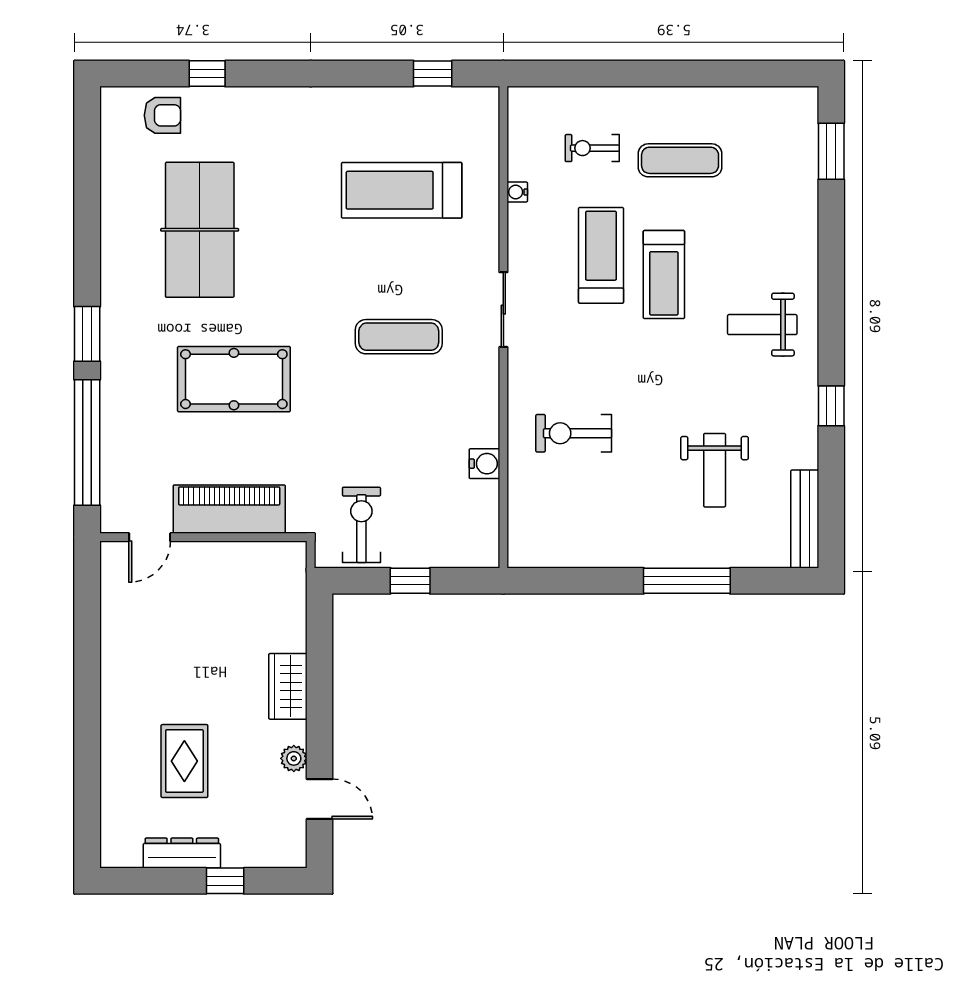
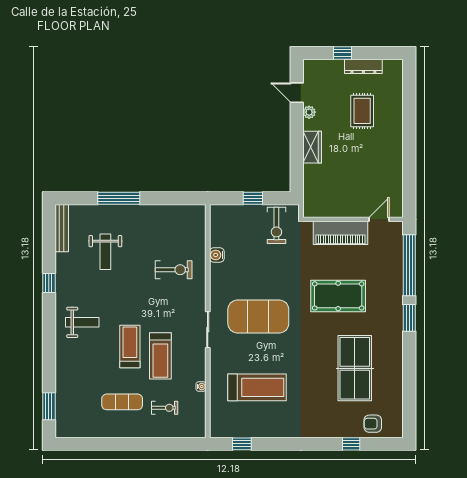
exercise mat: (399, 337) -> (258, 316), width x2.00, depth x1.45
weight bench: (715, 470) -> (105, 252), turned 180

